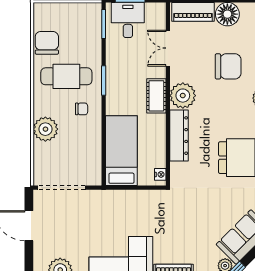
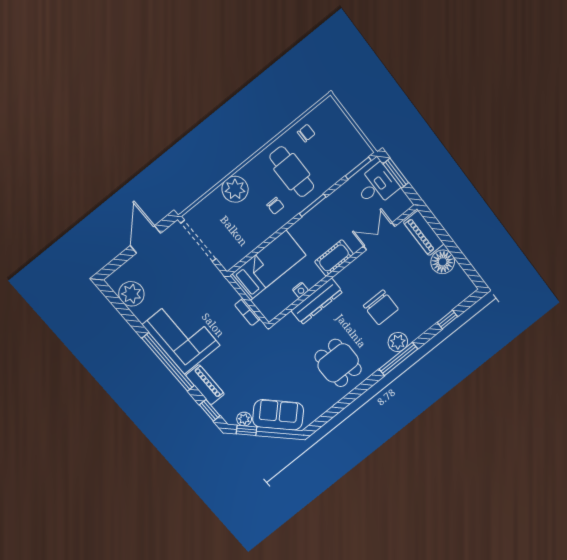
chair: (47, 43) -> (306, 133), width x0.54, depth x0.54
chair: (228, 66) -> (381, 307), moved
plant: (183, 96) -> (351, 279), removed
nightstand: (160, 174) -> (300, 290), moved
bookcase: (144, 195) -> (247, 312), added

